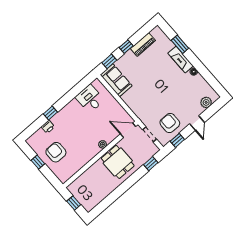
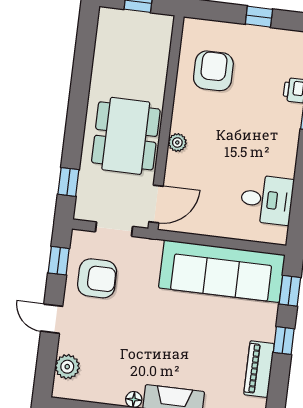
sofa: (116, 80) -> (222, 271), width x1.85, depth x1.27
armchair: (56, 152) -> (213, 71), moved, turned -90
dining table: (118, 162) -> (126, 136), width x1.38

